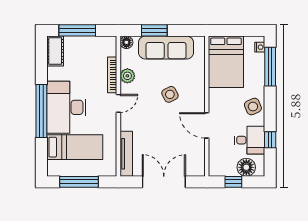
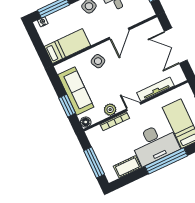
cot: (55, 51) -> (127, 167), moved
bed: (226, 62) -> (67, 46), width x0.67
side table: (170, 94) -> (98, 61), moved
tv unit: (126, 154) -> (155, 89), moved

